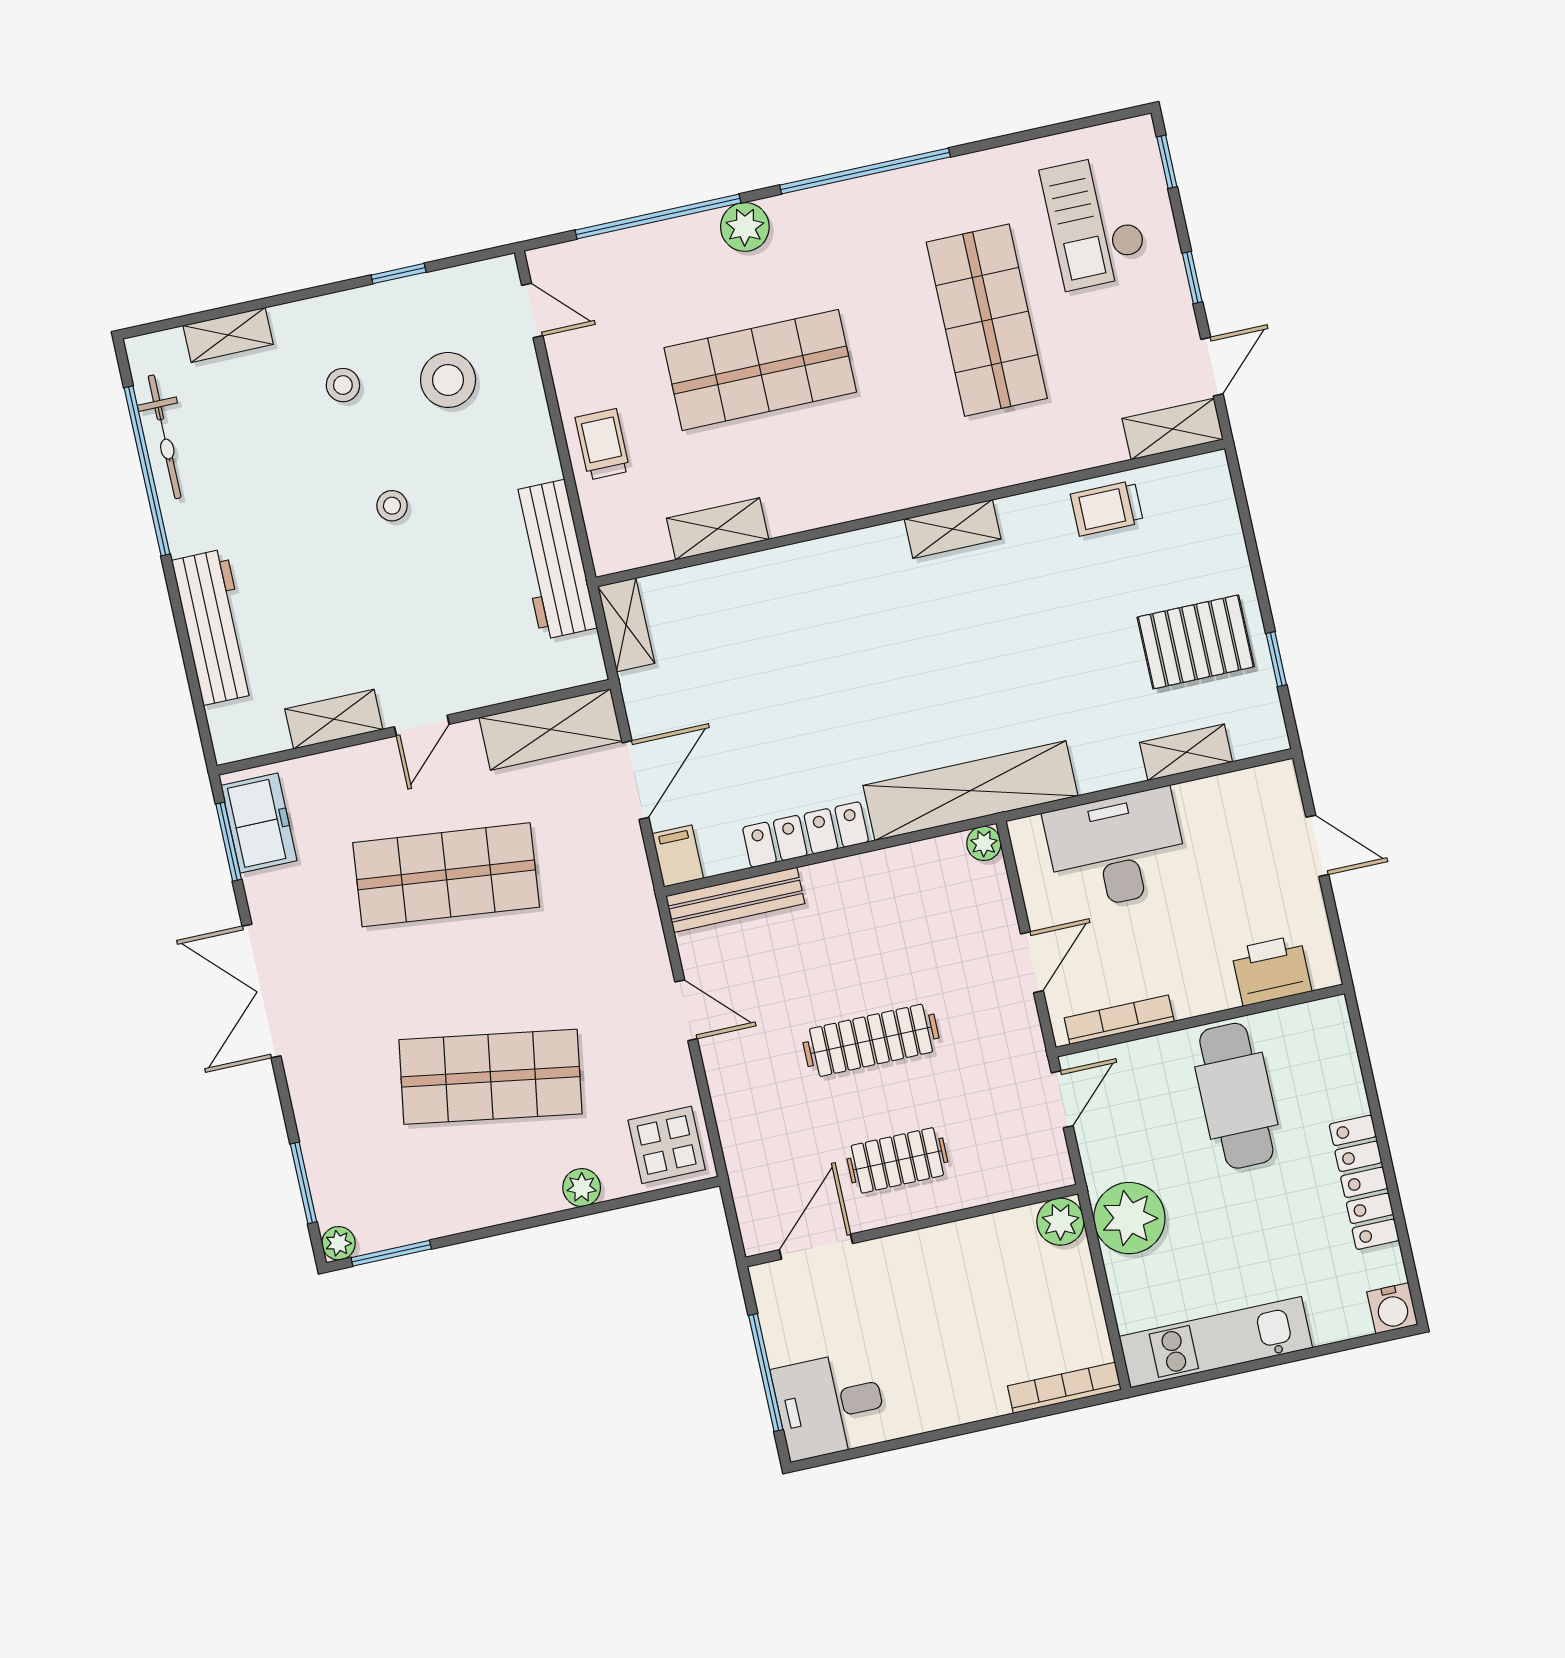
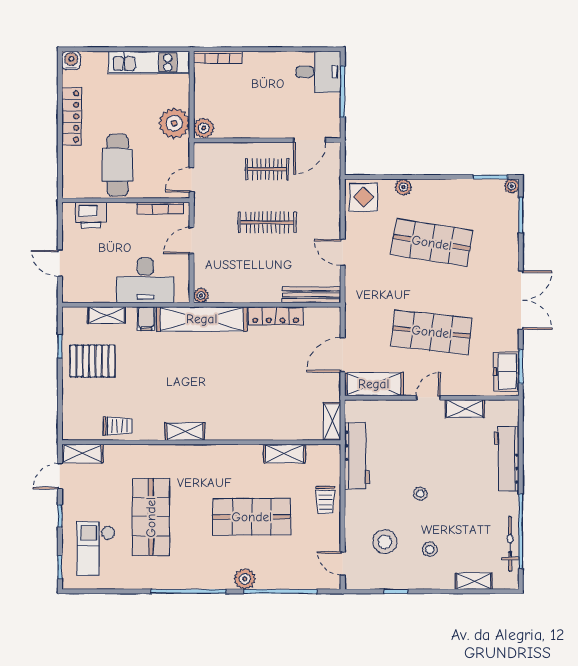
checkout: (1095, 222) -> (96, 549), turned 180
filing cabinet: (678, 856) -> (146, 319), moved

